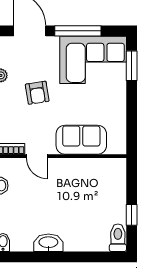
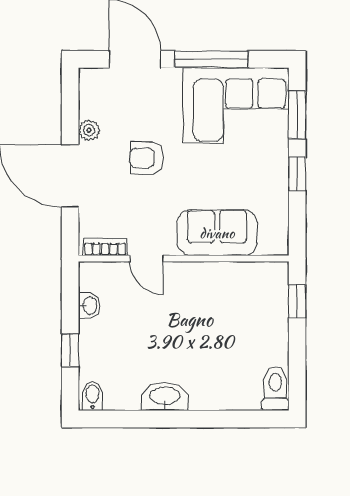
armchair: (37, 93) -> (147, 158), turned 99
window: (132, 103) -> (297, 174), added
window: (132, 215) -> (297, 301), moved

